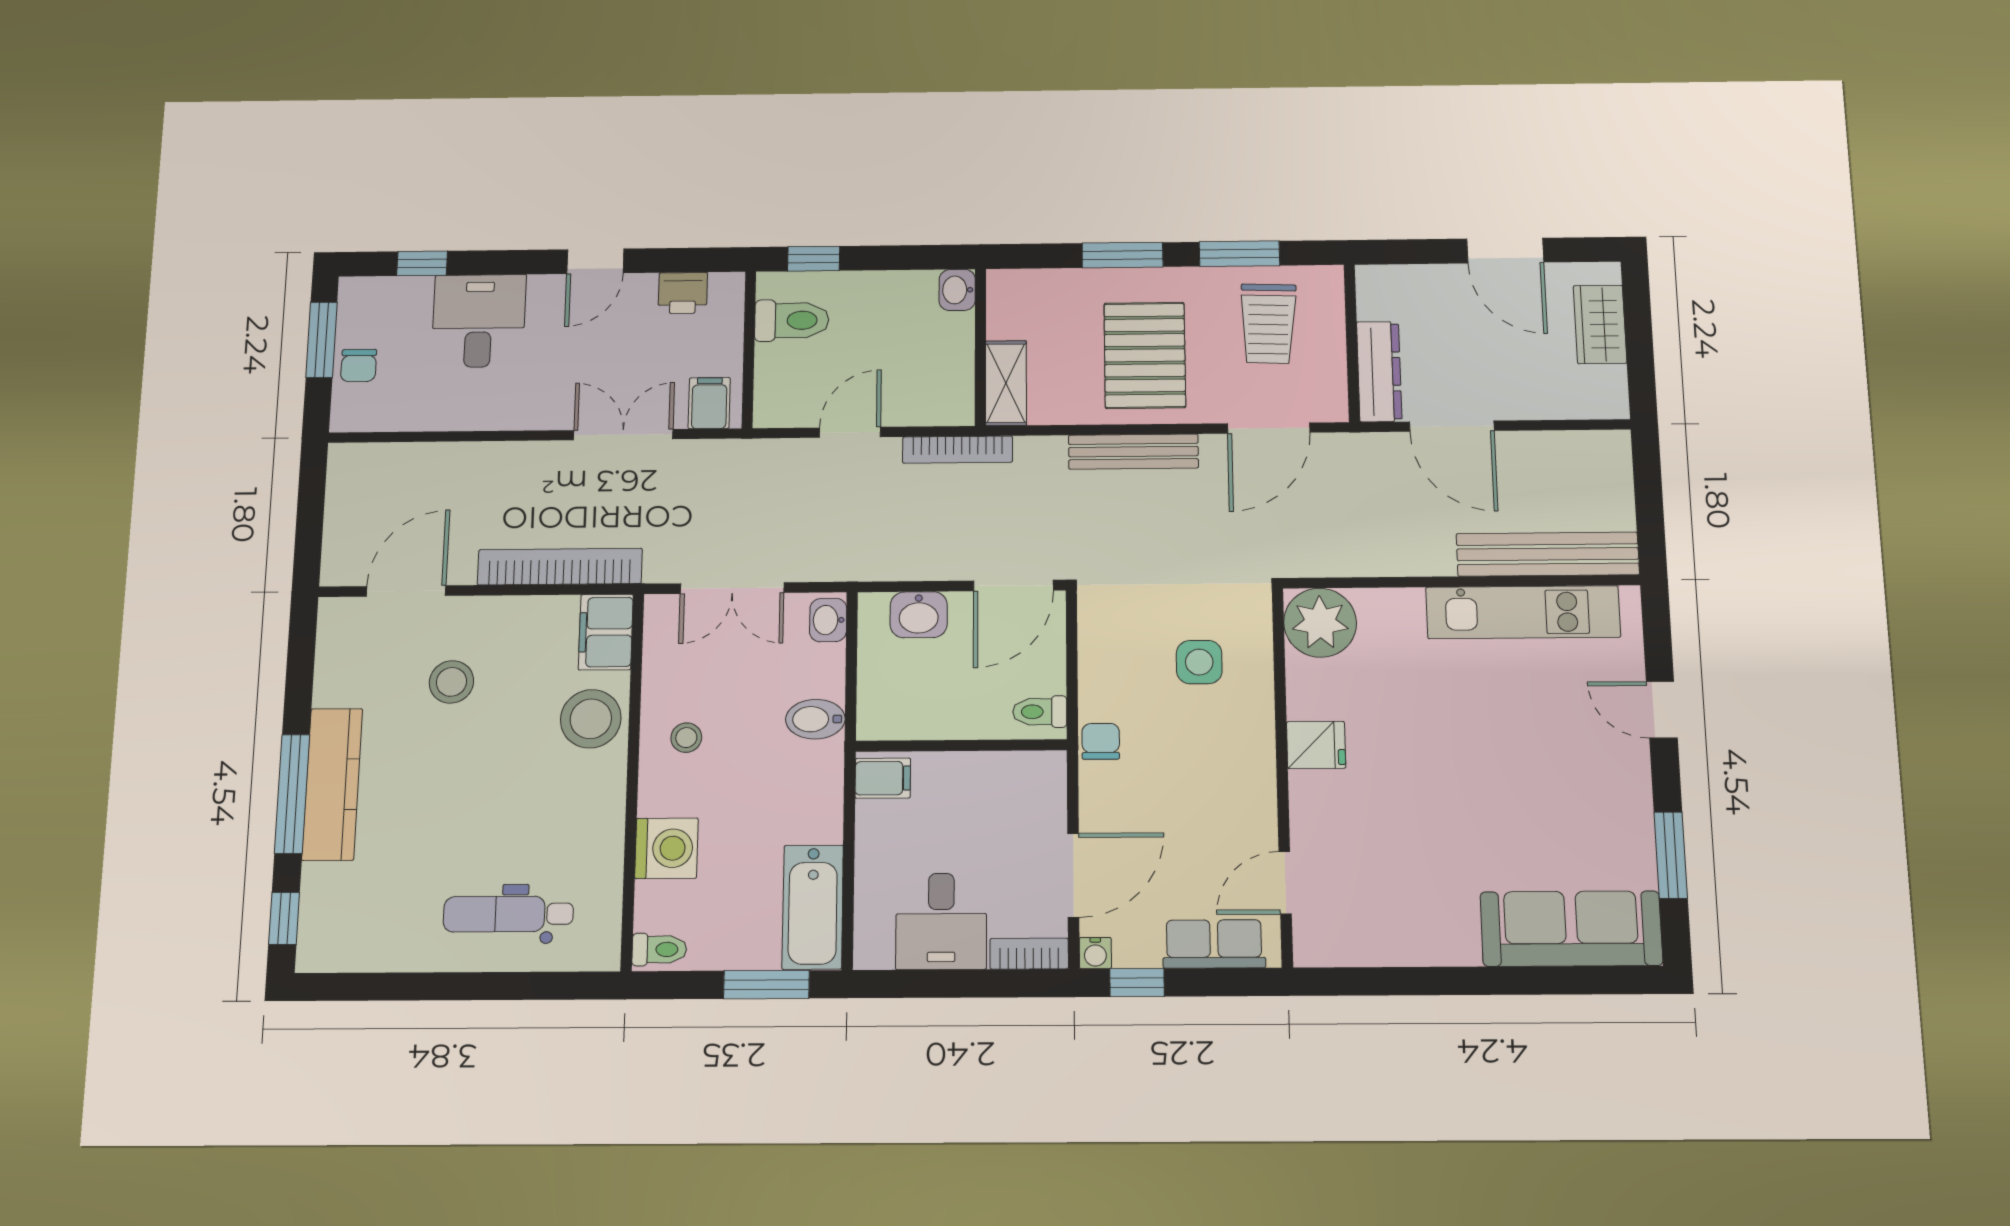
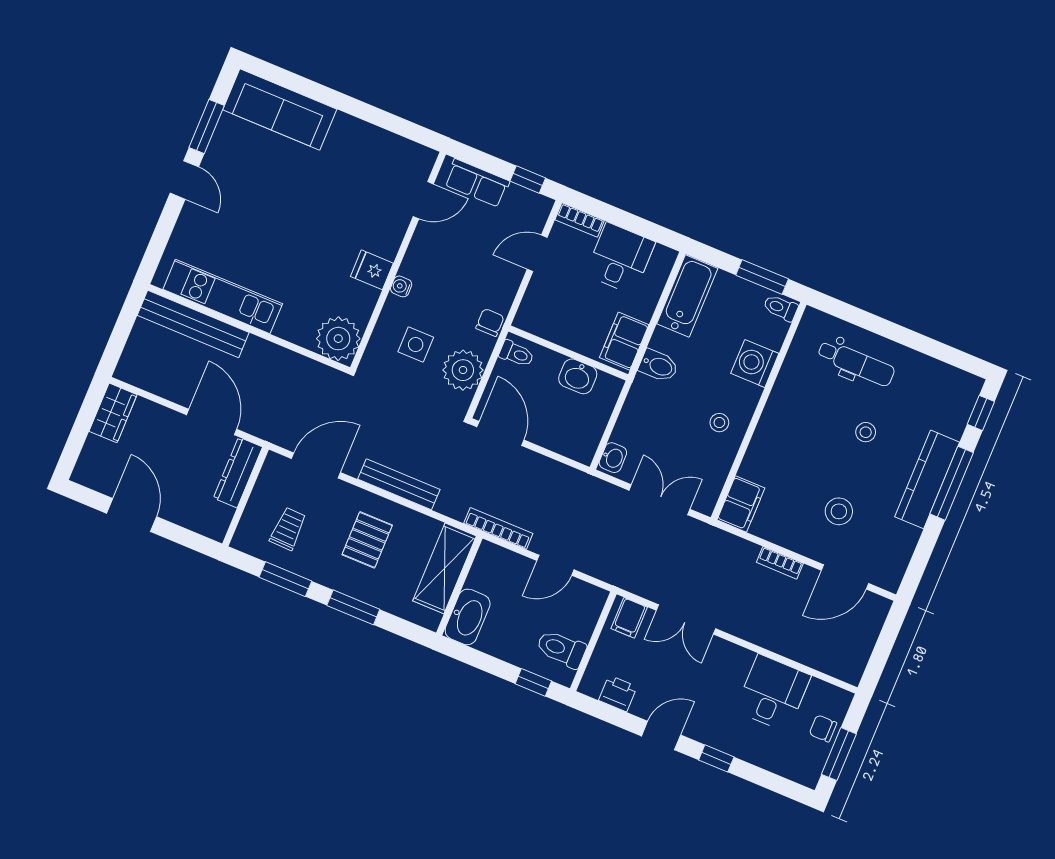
window: (422, 263) -> (716, 758), moved
washbasin: (957, 290) -> (468, 617), width x1.91, depth x1.45
desk: (479, 321) -> (773, 693), moved, turned 180
trolley: (1268, 324) -> (288, 529), width x0.73, depth x0.72
wardrobe: (1600, 324) -> (113, 413), moved
pallet: (1145, 355) -> (367, 540), width x0.67, depth x0.71
chair: (359, 366) -> (823, 728), turned -90
shelving: (1006, 383) -> (445, 568), width x1.50, depth x1.33
bookcase: (560, 567) -> (780, 563), width x0.43, depth x0.76
door: (1013, 586) -> (500, 433), hinge flipped
washbasin: (919, 615) -> (578, 376), moved, turned 180
plant: (1111, 654) -> (463, 370), added
door: (1662, 710) -> (184, 180), moved
stool: (591, 719) -> (866, 432), moved, width x0.53, depth x0.53
bidet: (815, 719) -> (659, 366), moved
chair: (1101, 741) -> (490, 322), turned 180
filing cabinet: (883, 778) -> (624, 341), width x2.00
door: (1073, 875) -> (537, 253), width x0.73
water cooler: (1095, 953) -> (401, 286), moved, turned -90
window: (766, 985) -> (762, 277), moved

